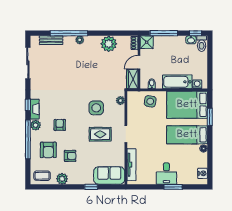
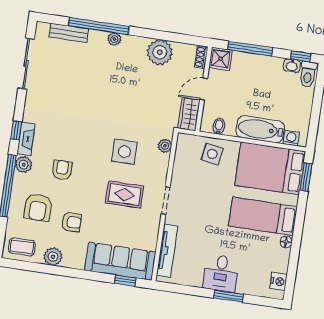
window: (210, 117) -> (306, 177), moved
sofa: (109, 175) -> (120, 261), width x1.36
window: (91, 187) -> (125, 281), moved

